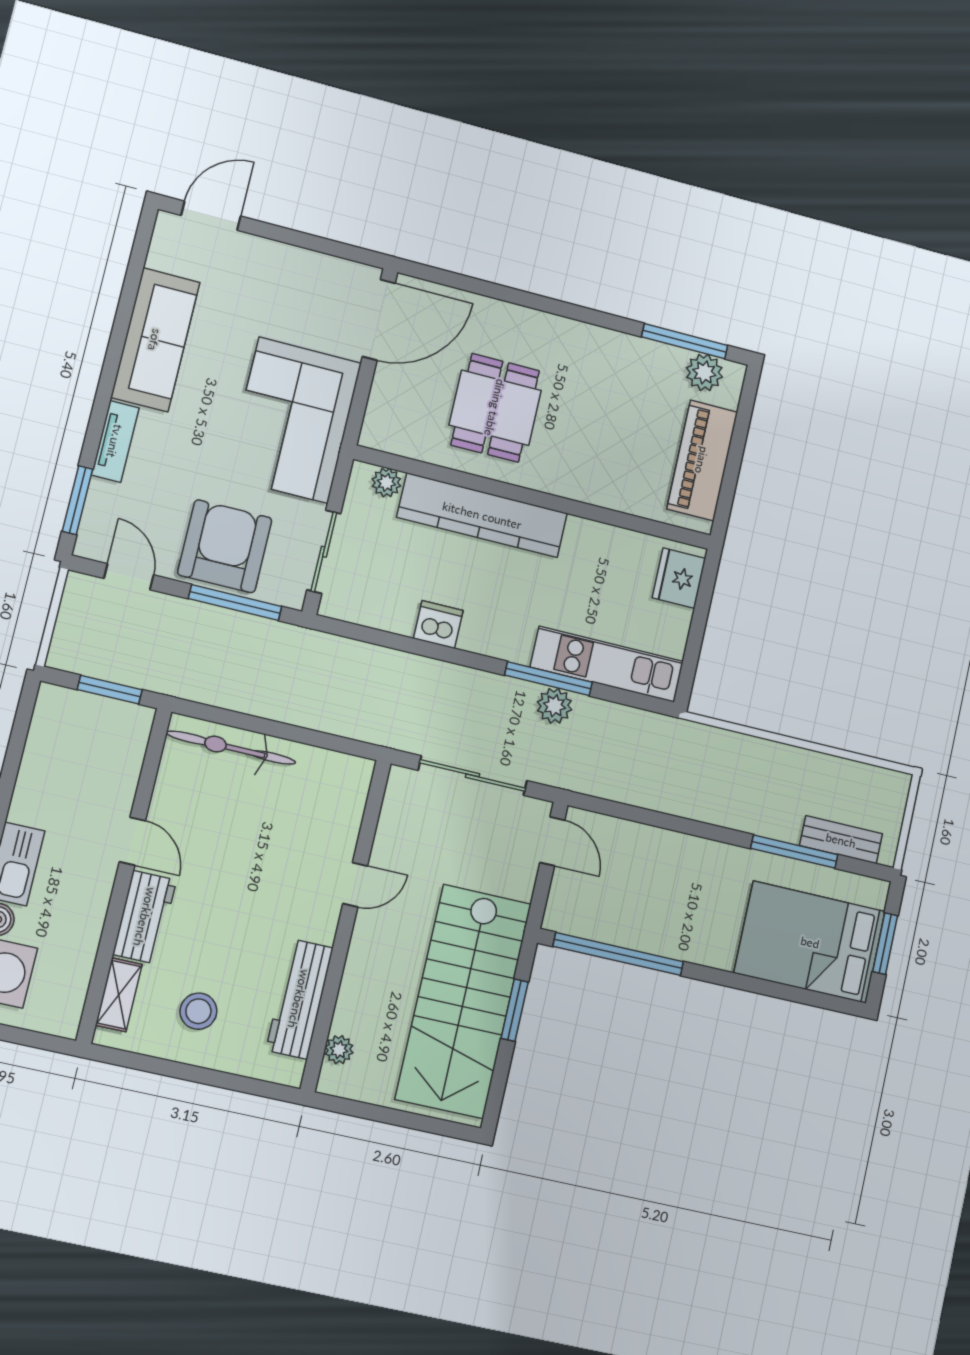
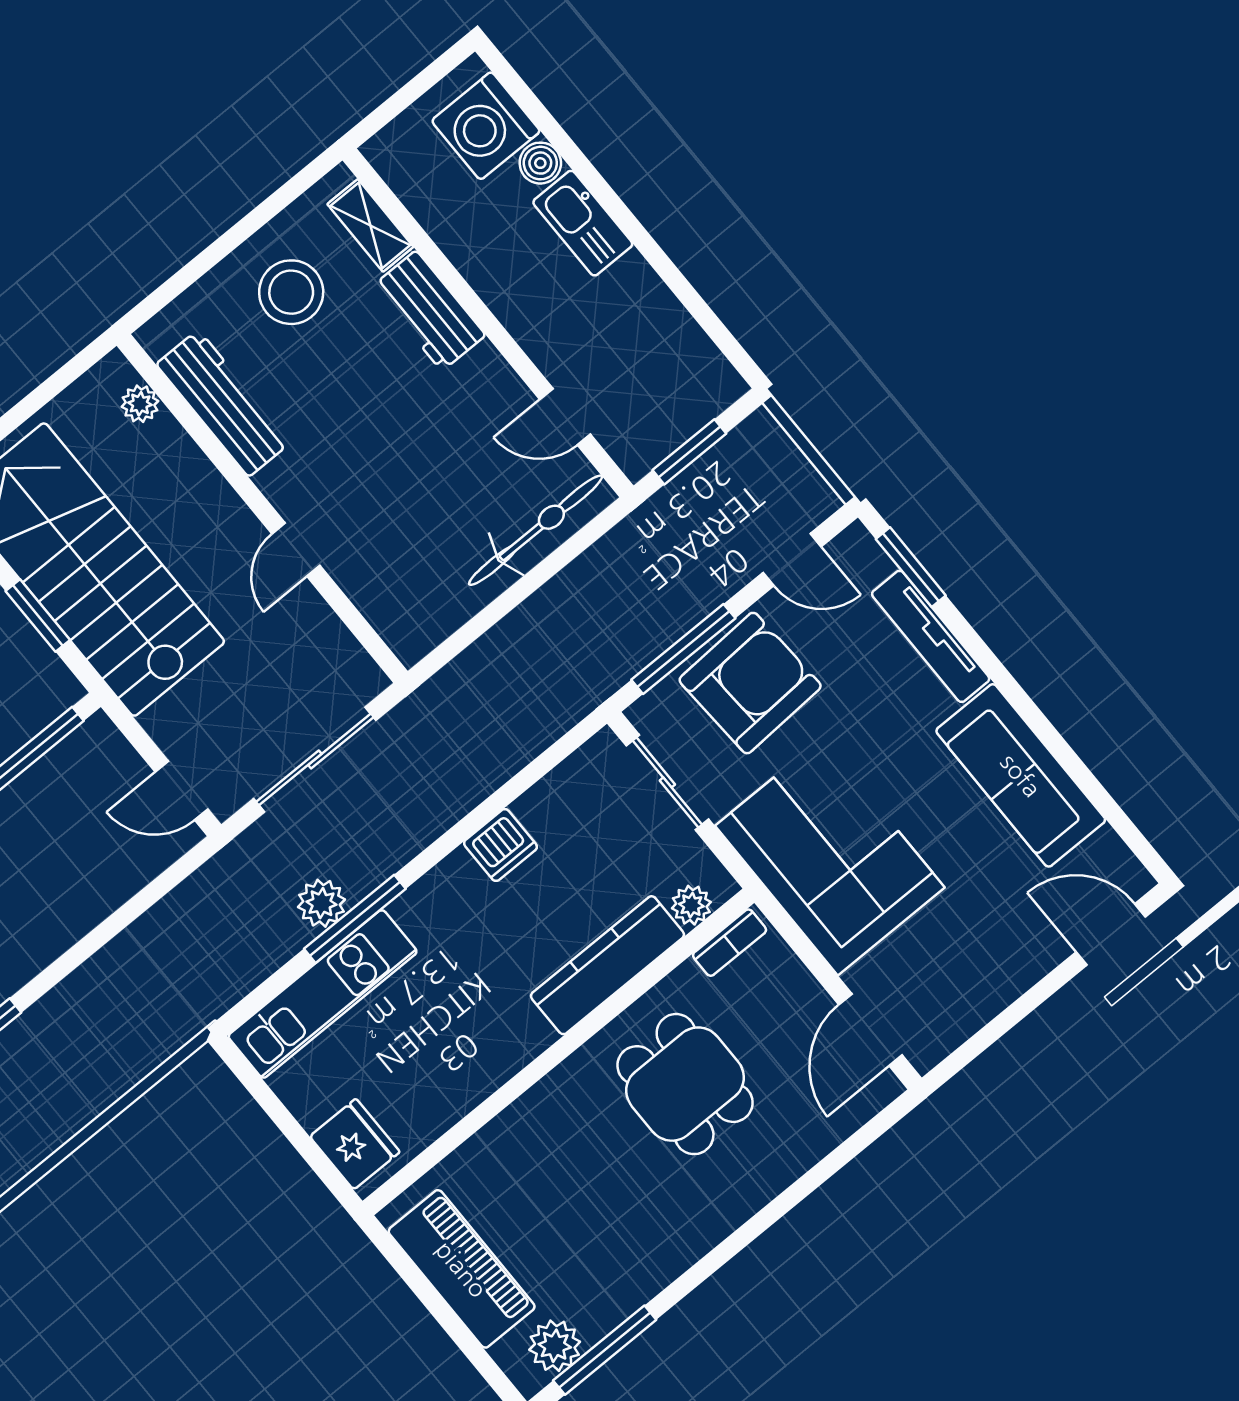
door: (211, 216) -> (1111, 934), swing flipped
door: (379, 320) -> (871, 1030), width x0.73
tv unit: (115, 441) -> (931, 636), width x1.41
bookcase: (391, 443) -> (730, 943), added
kitchen counter: (482, 515) -> (607, 965), width x0.72, depth x0.86
armchair: (225, 546) -> (750, 683), turned -93
door: (132, 841) -> (565, 417), moved
stool: (198, 1011) -> (291, 292), width x1.38, depth x1.38

